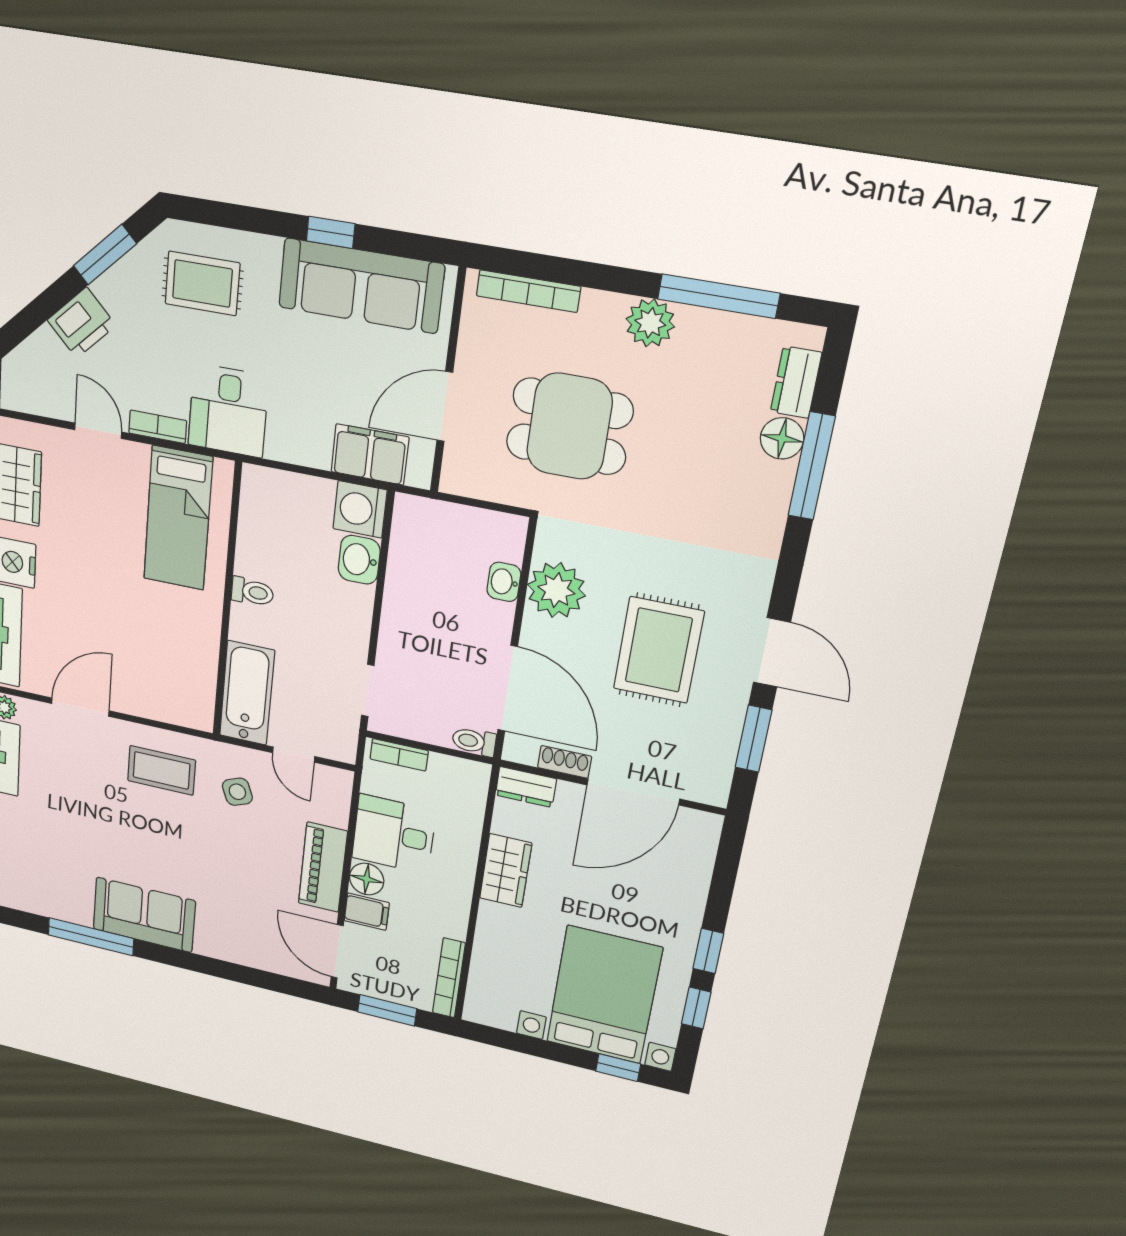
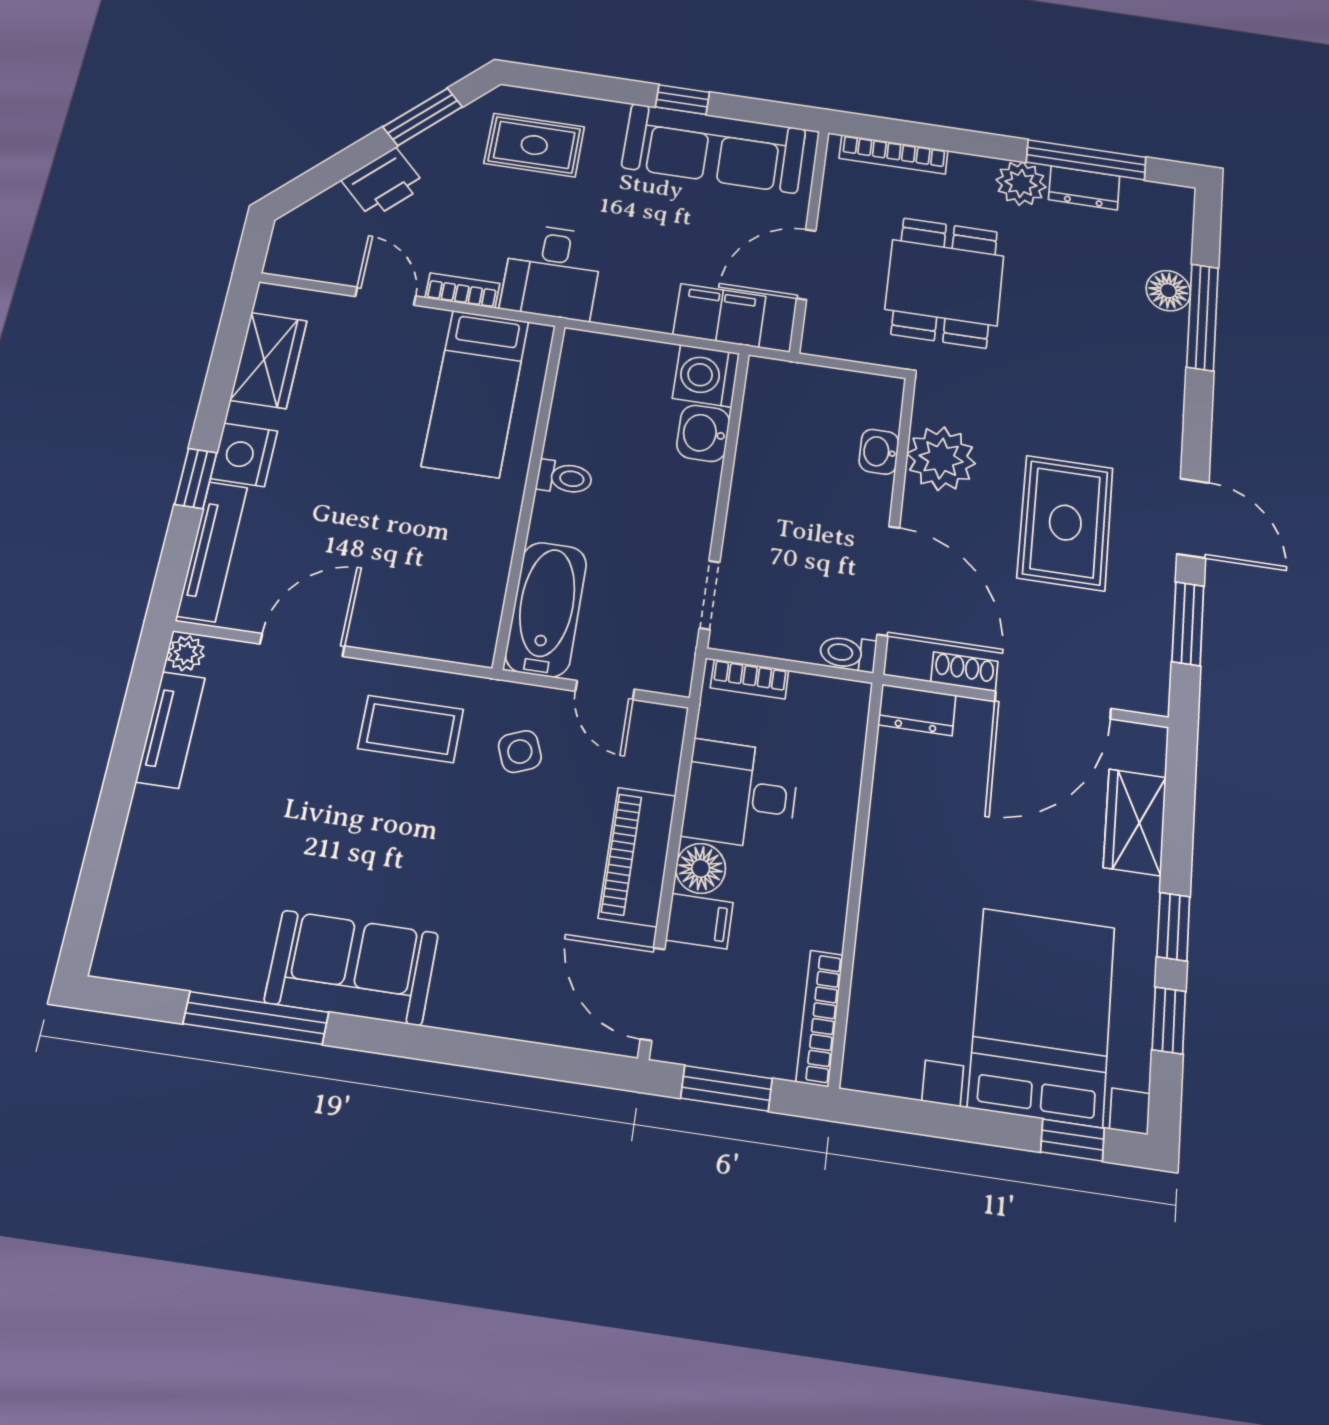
dresser: (796, 382) -> (1084, 188), moved, turned -90
dining table: (569, 426) -> (945, 283), turned 90
wardrobe: (506, 871) -> (1135, 822), moved, turned 180

